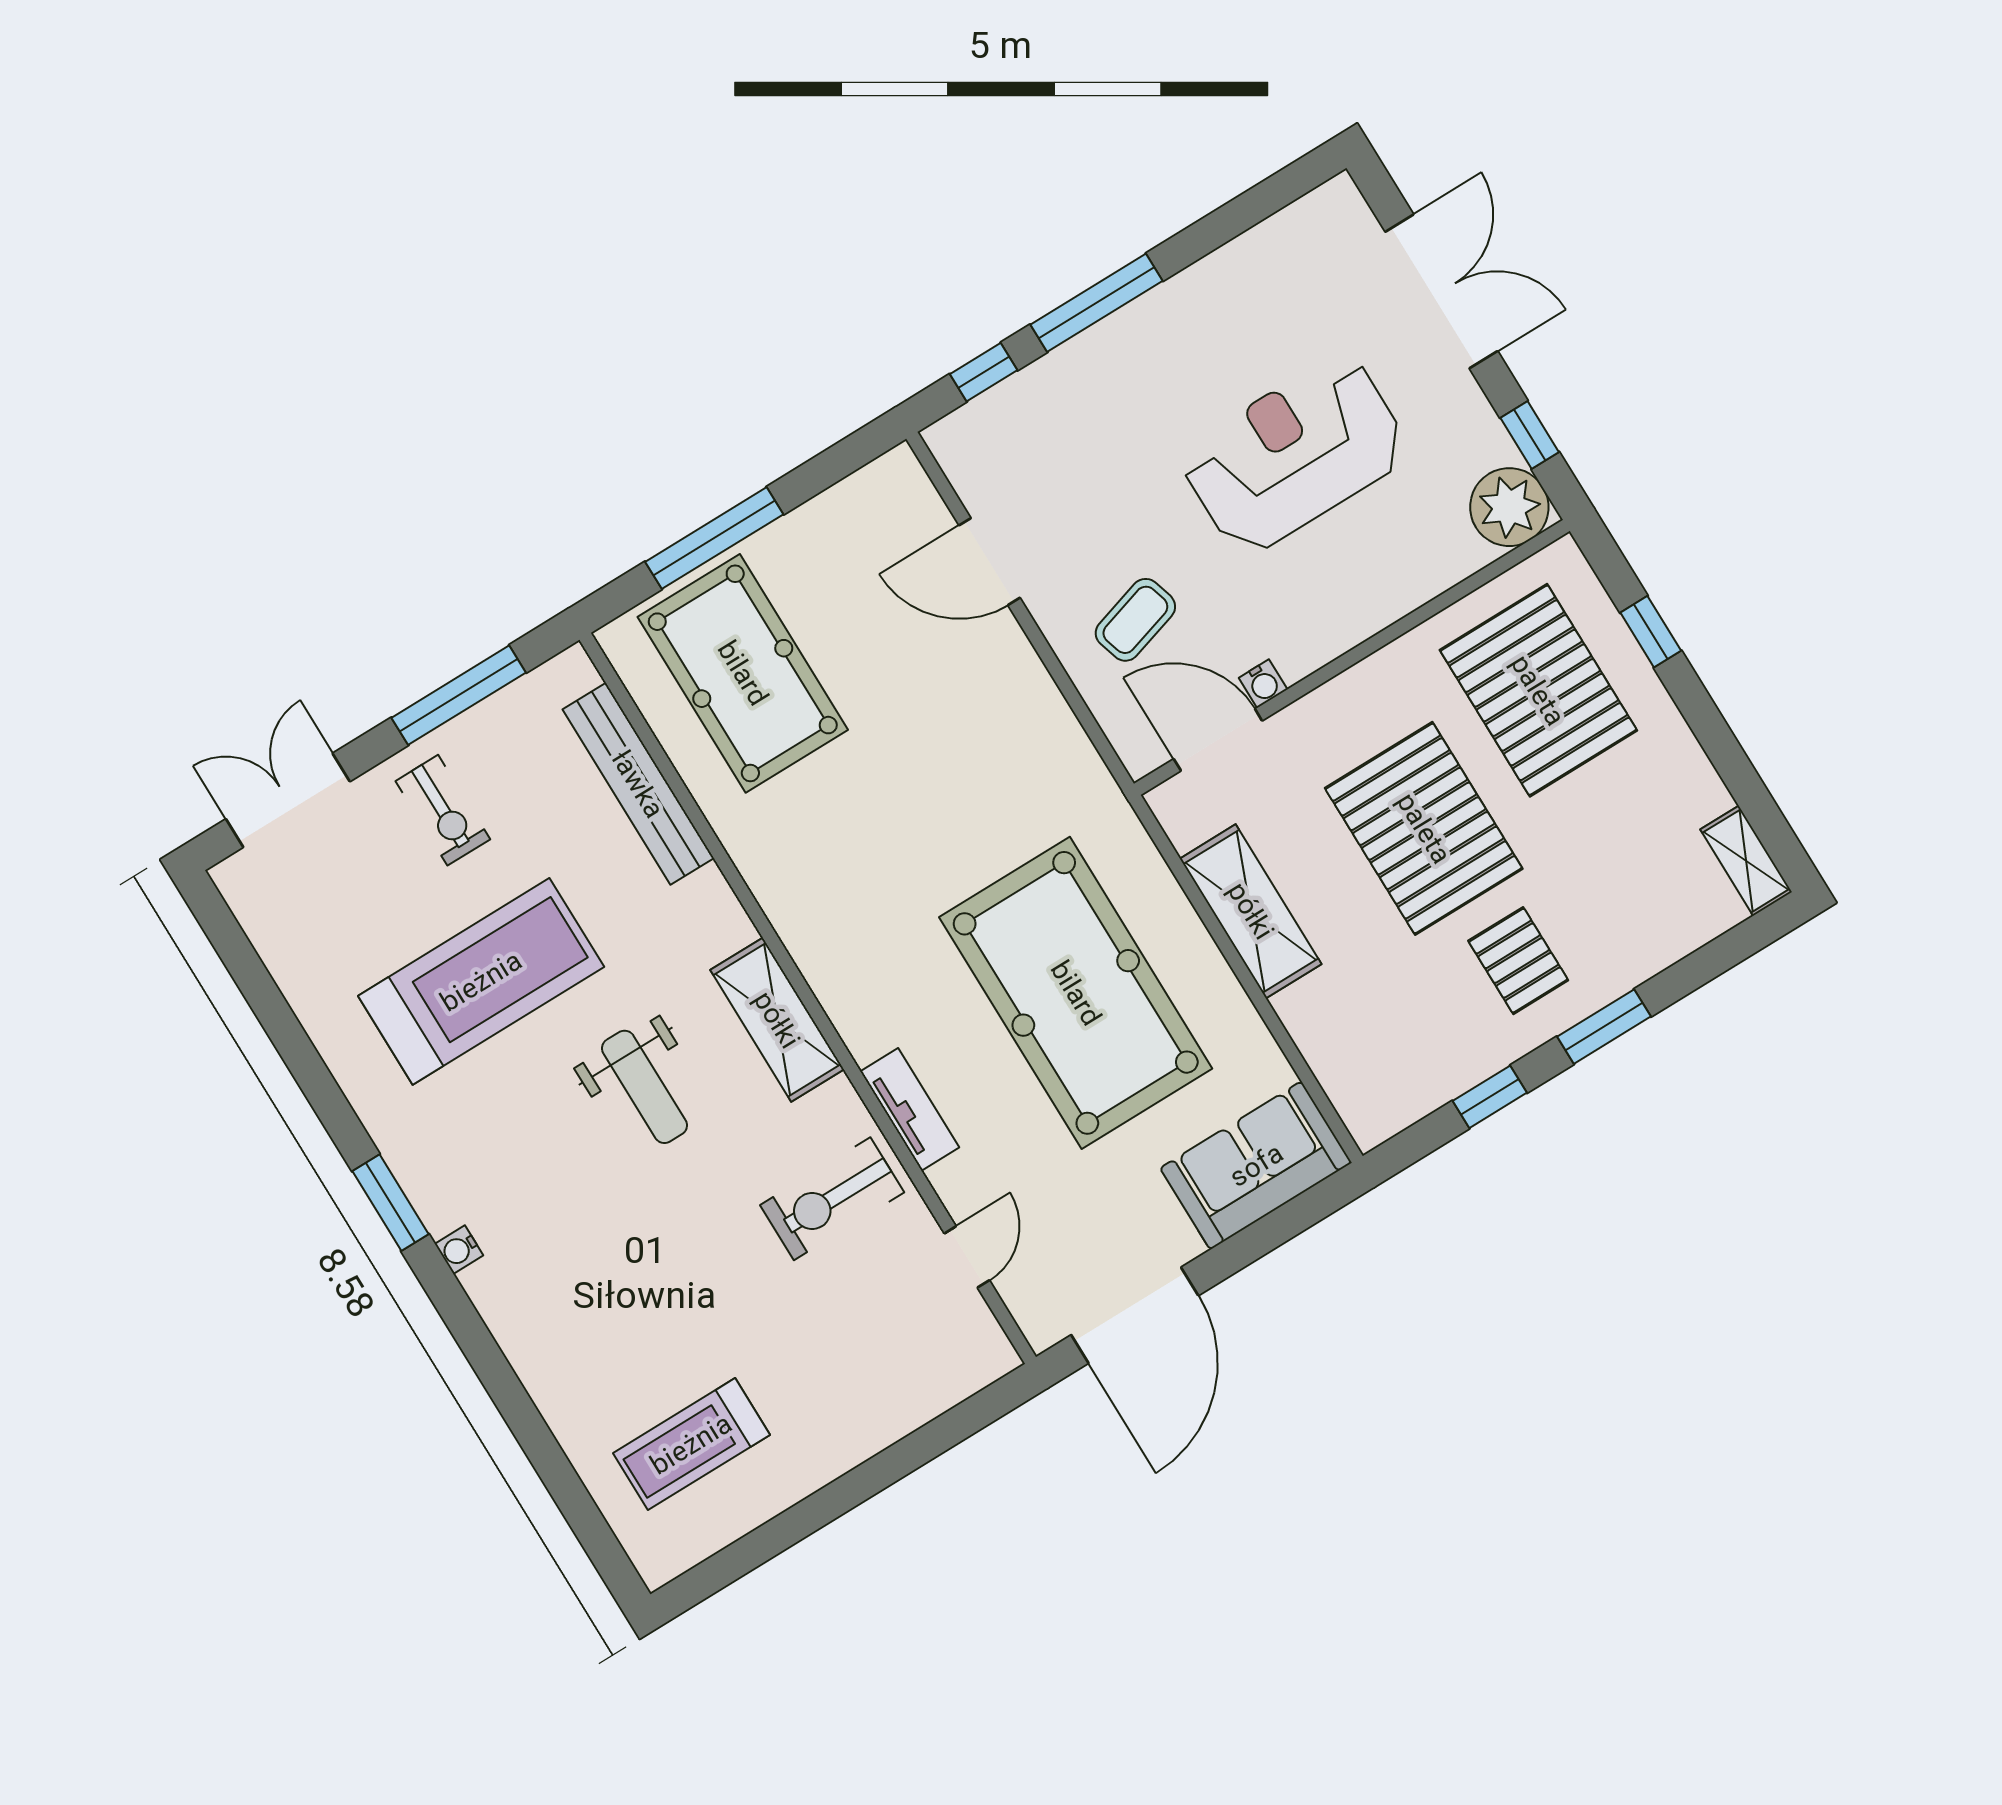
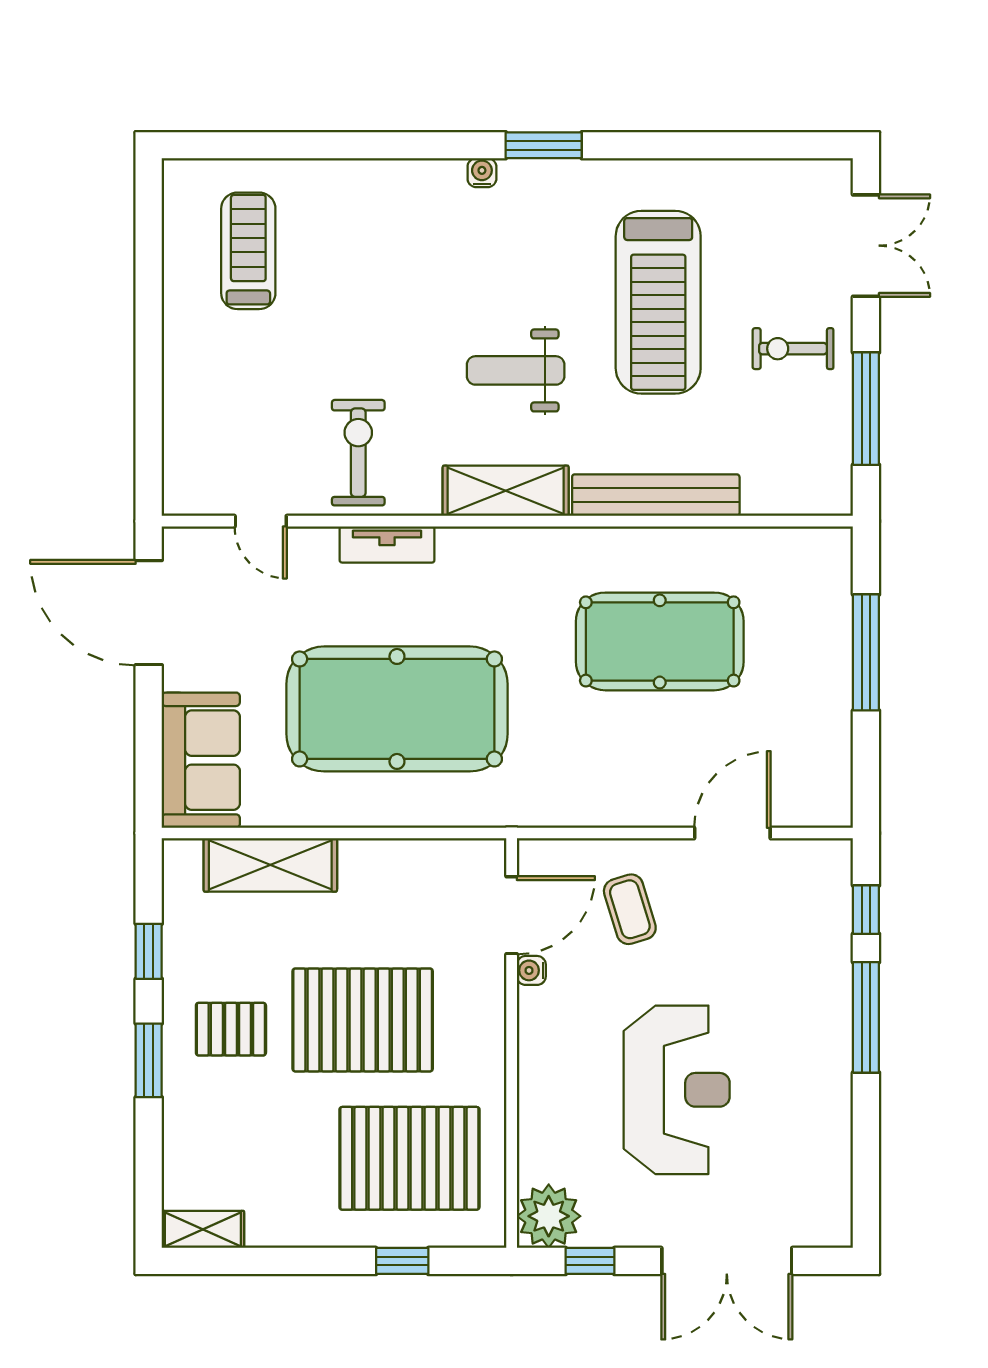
pool table: (743, 673) -> (660, 641), moved
bench: (638, 784) -> (656, 495), moved
shelving: (1251, 911) -> (270, 865), moved

